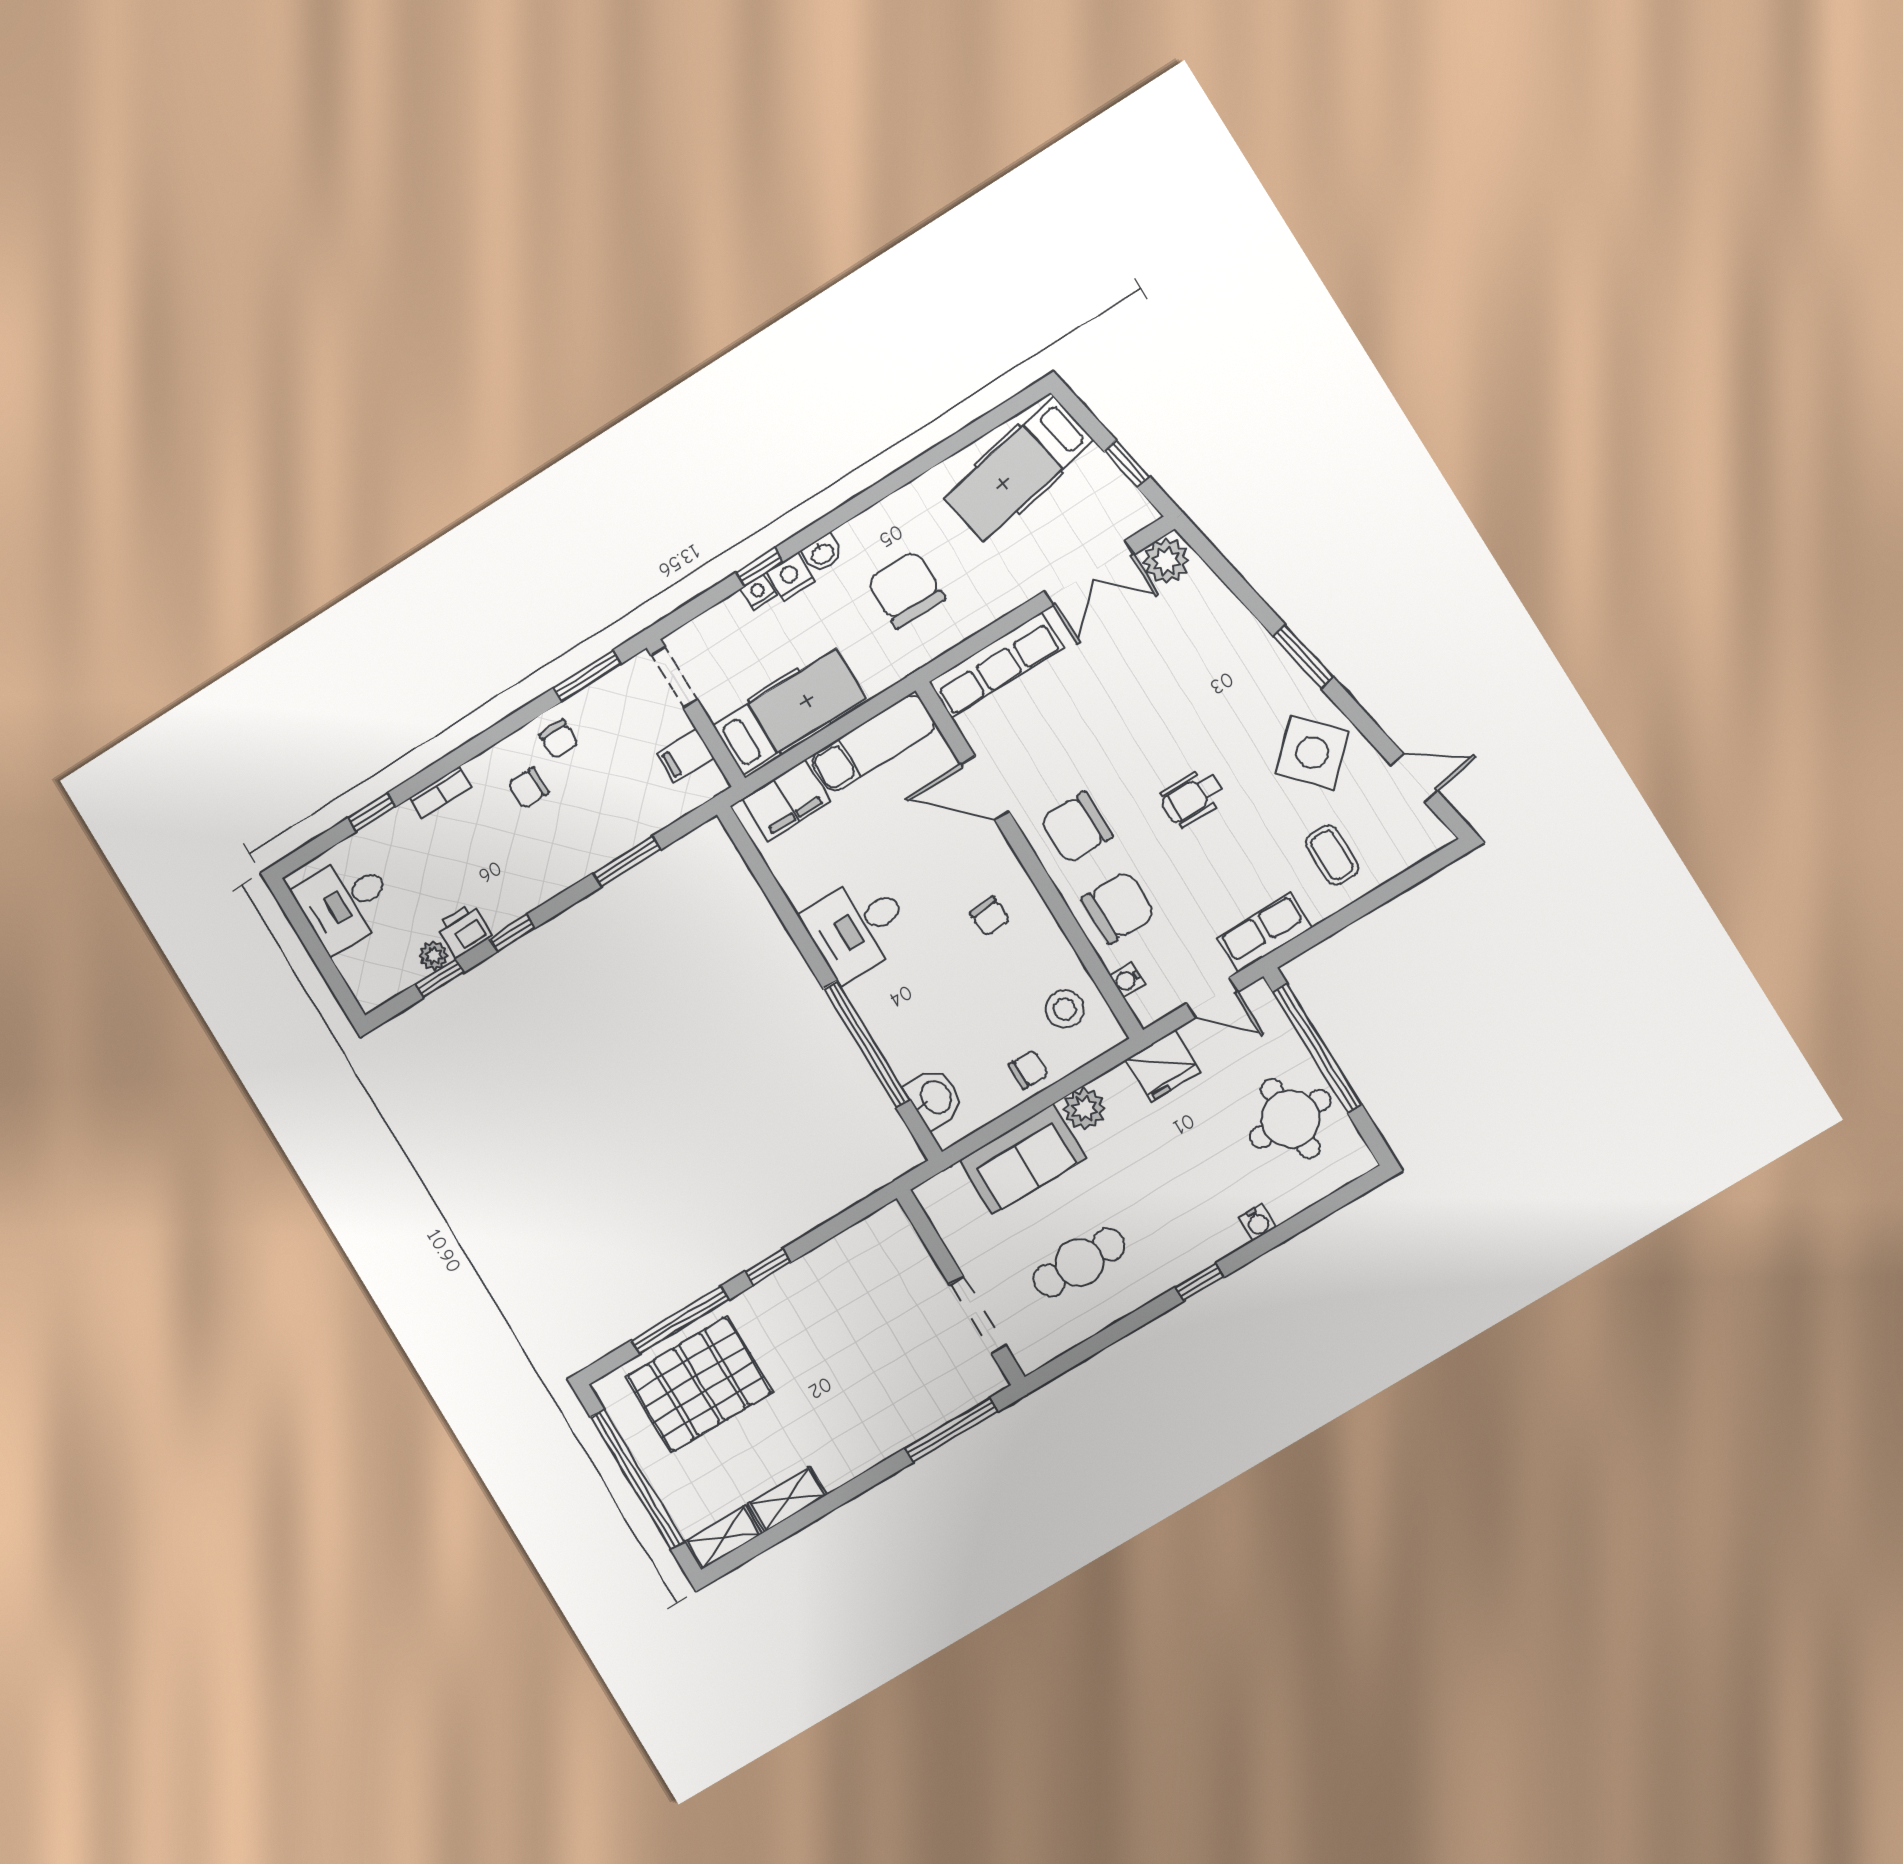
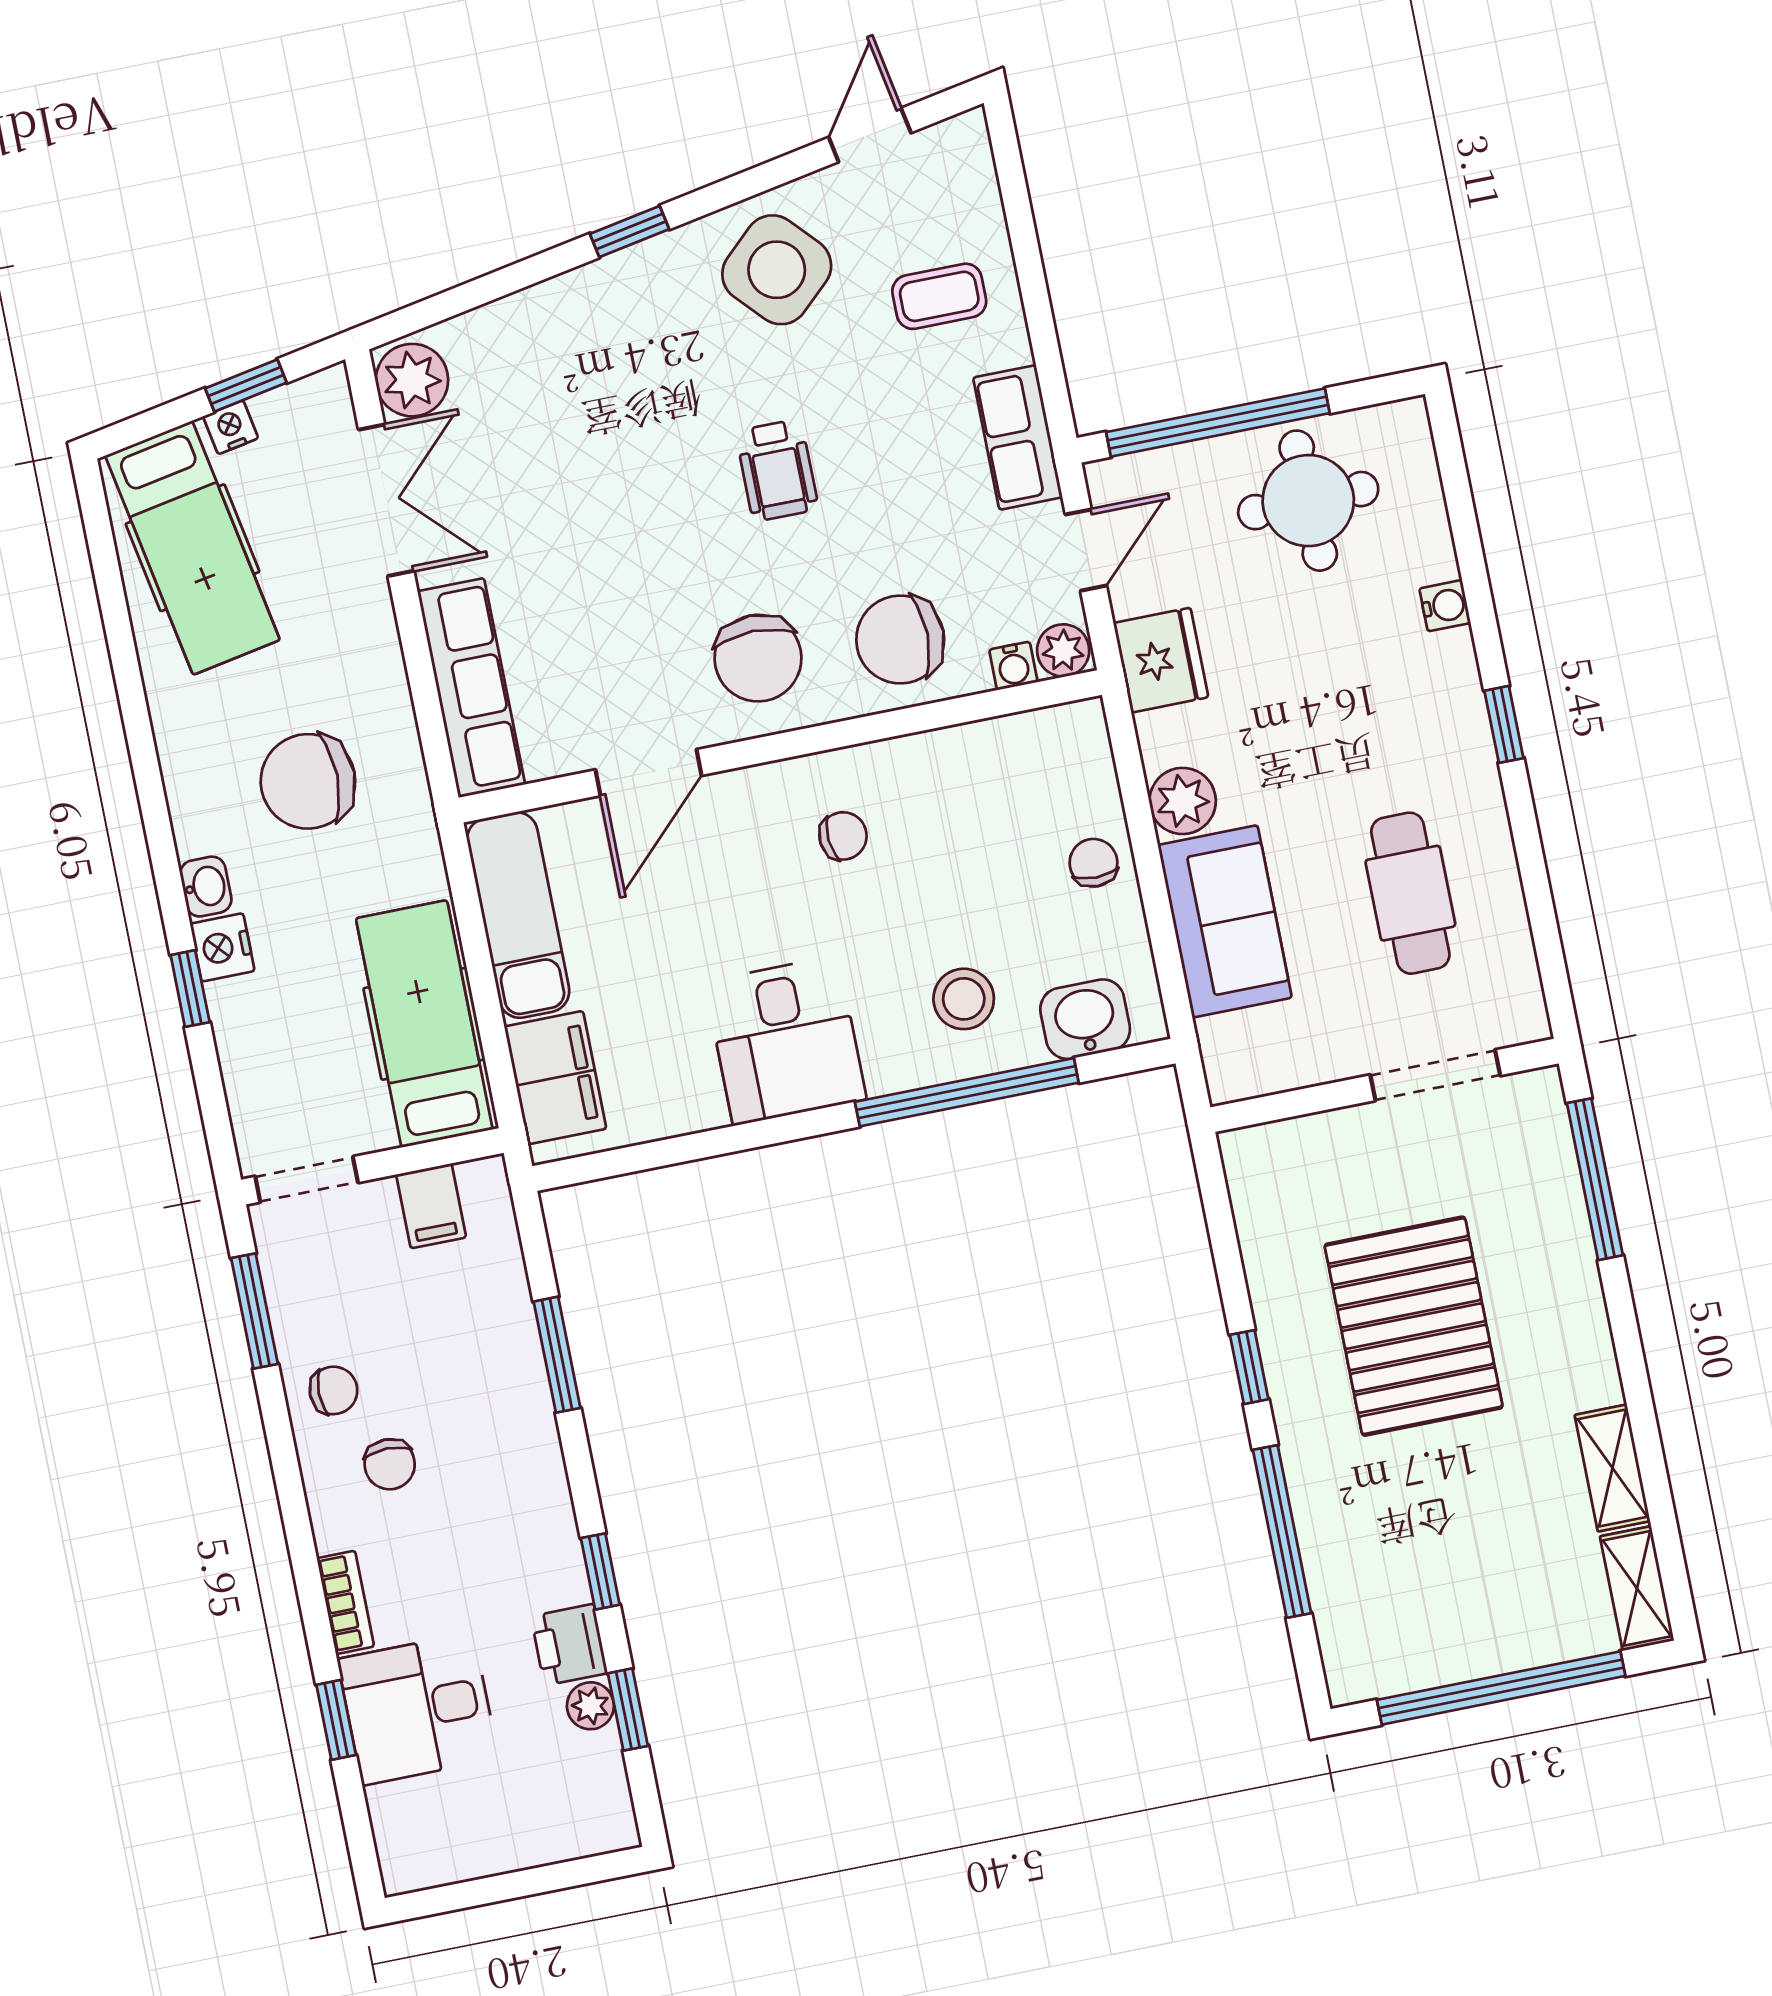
nightstand: (759, 592) -> (231, 427), moved, turned 79
window: (1303, 656) -> (629, 231), width x0.67
desk: (345, 902) -> (418, 1709), moved, turned 90
chair: (1118, 907) -> (900, 640), turned -90
plant: (1147, 1006) -> (1063, 650), added
stool: (1065, 1009) -> (964, 999), moved
pallet: (699, 1384) -> (1414, 1326), moved

